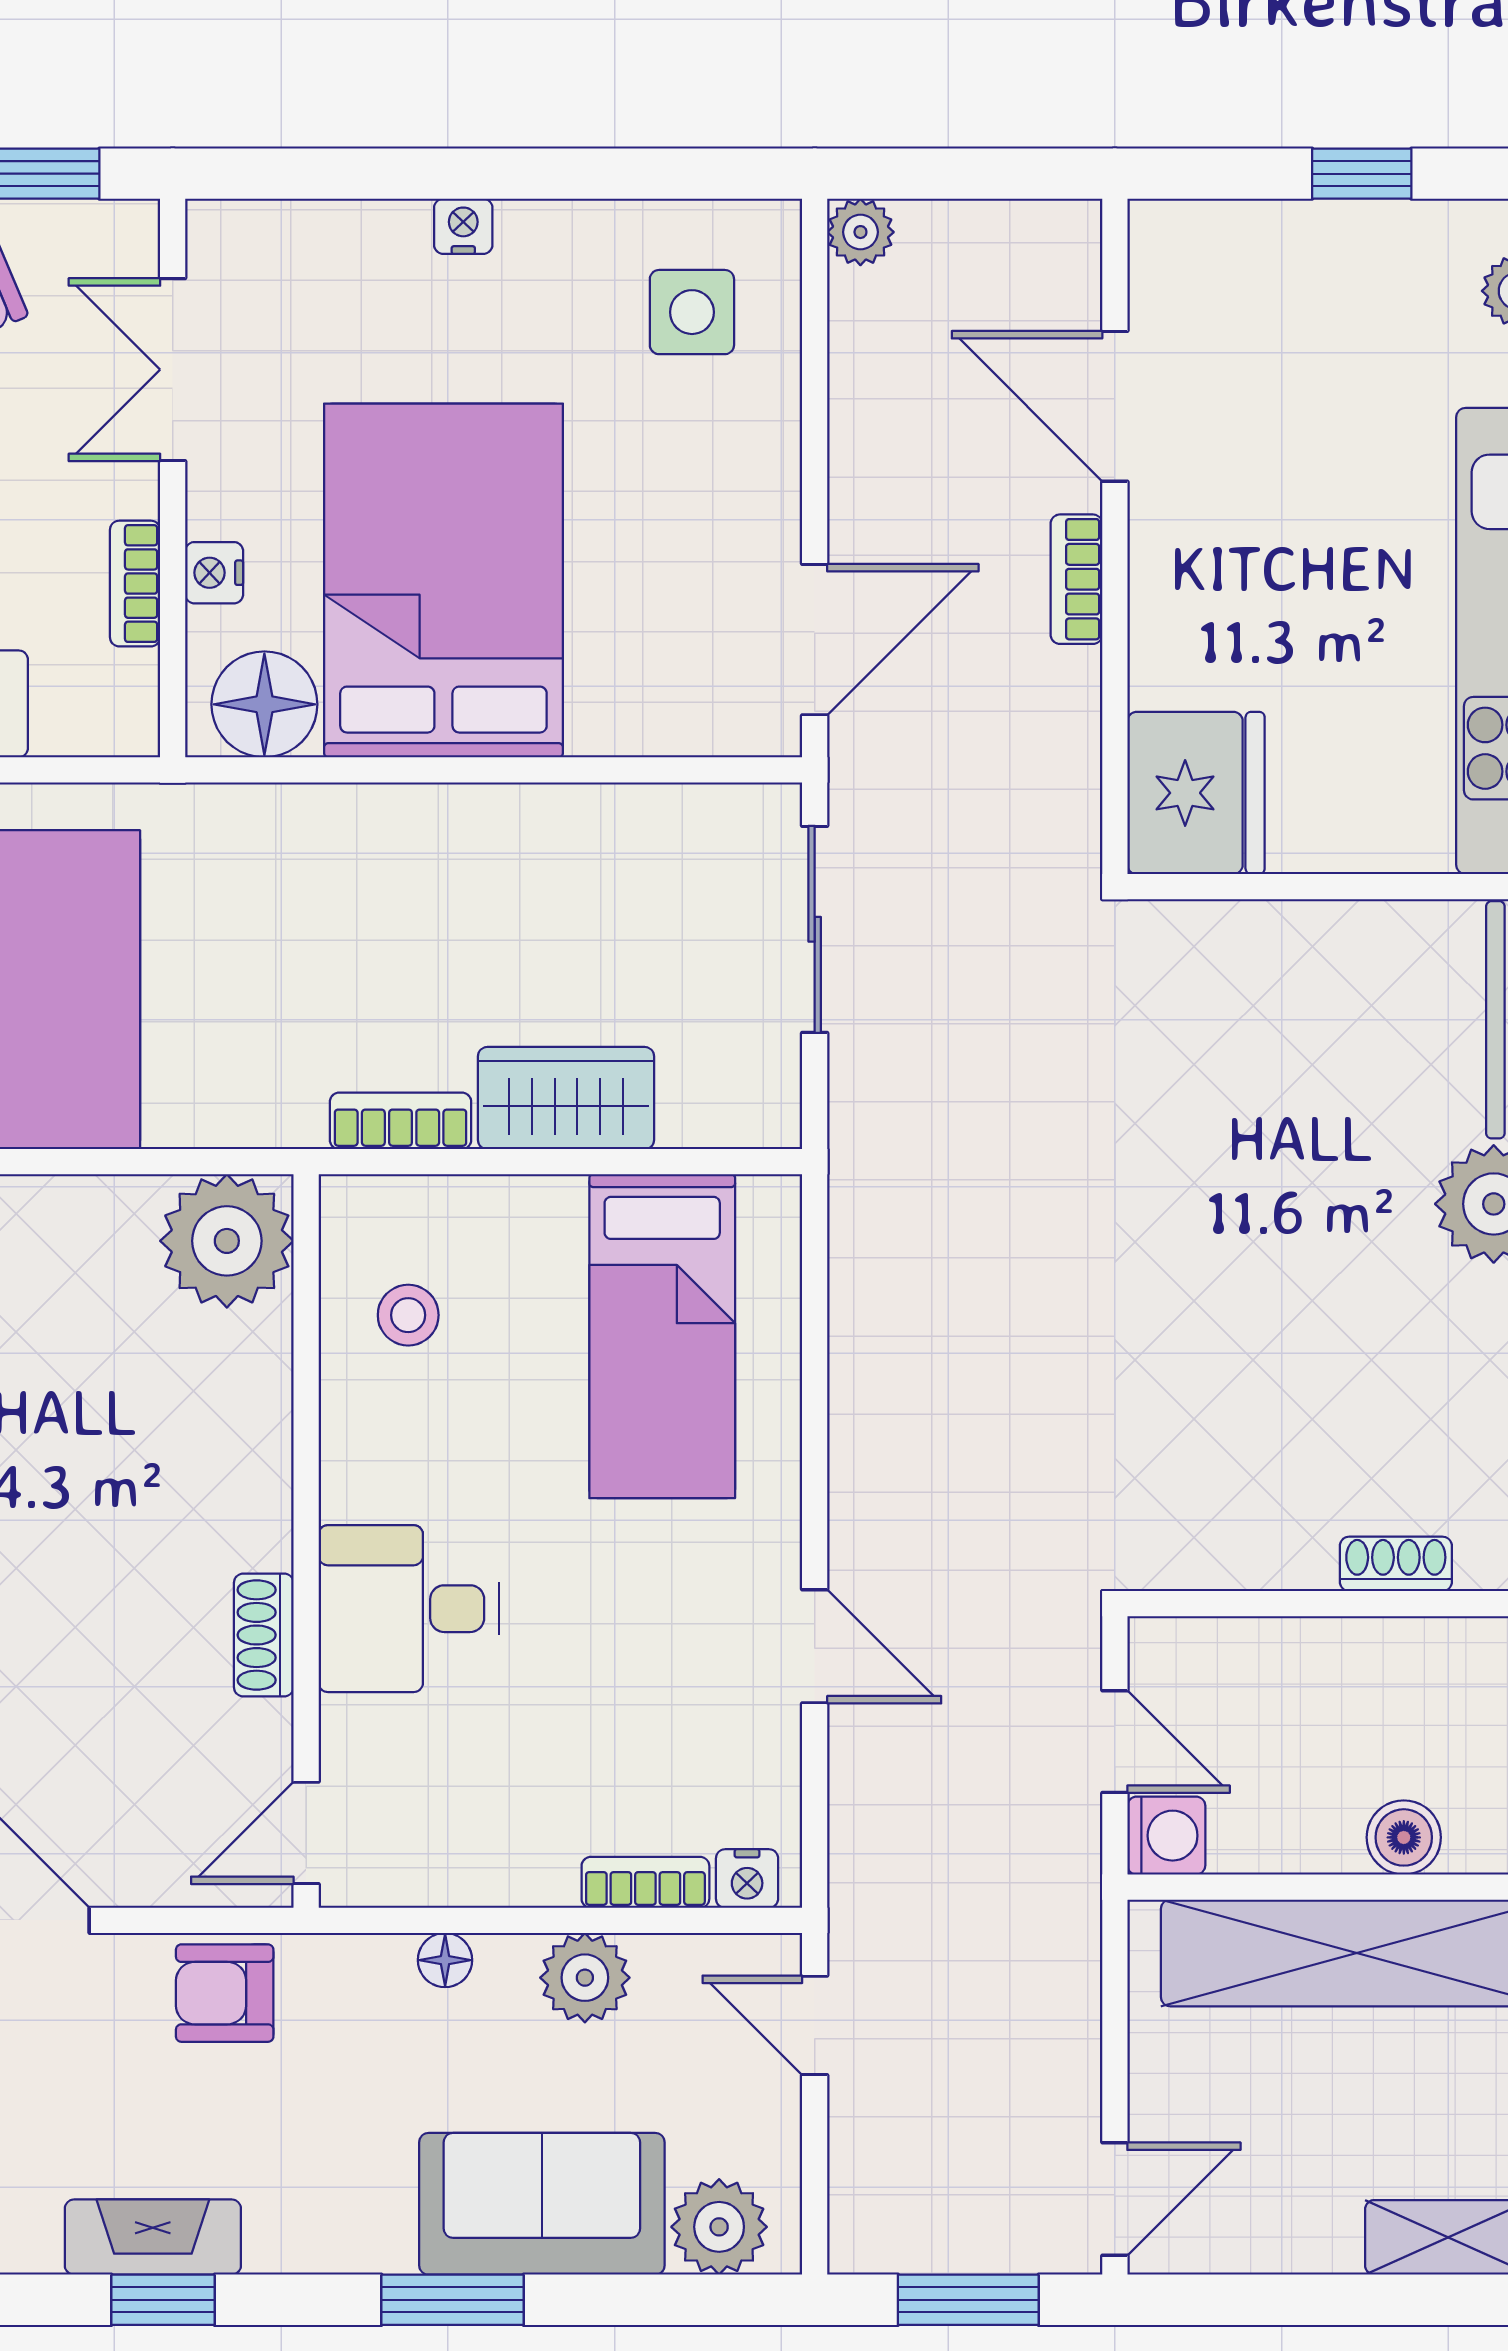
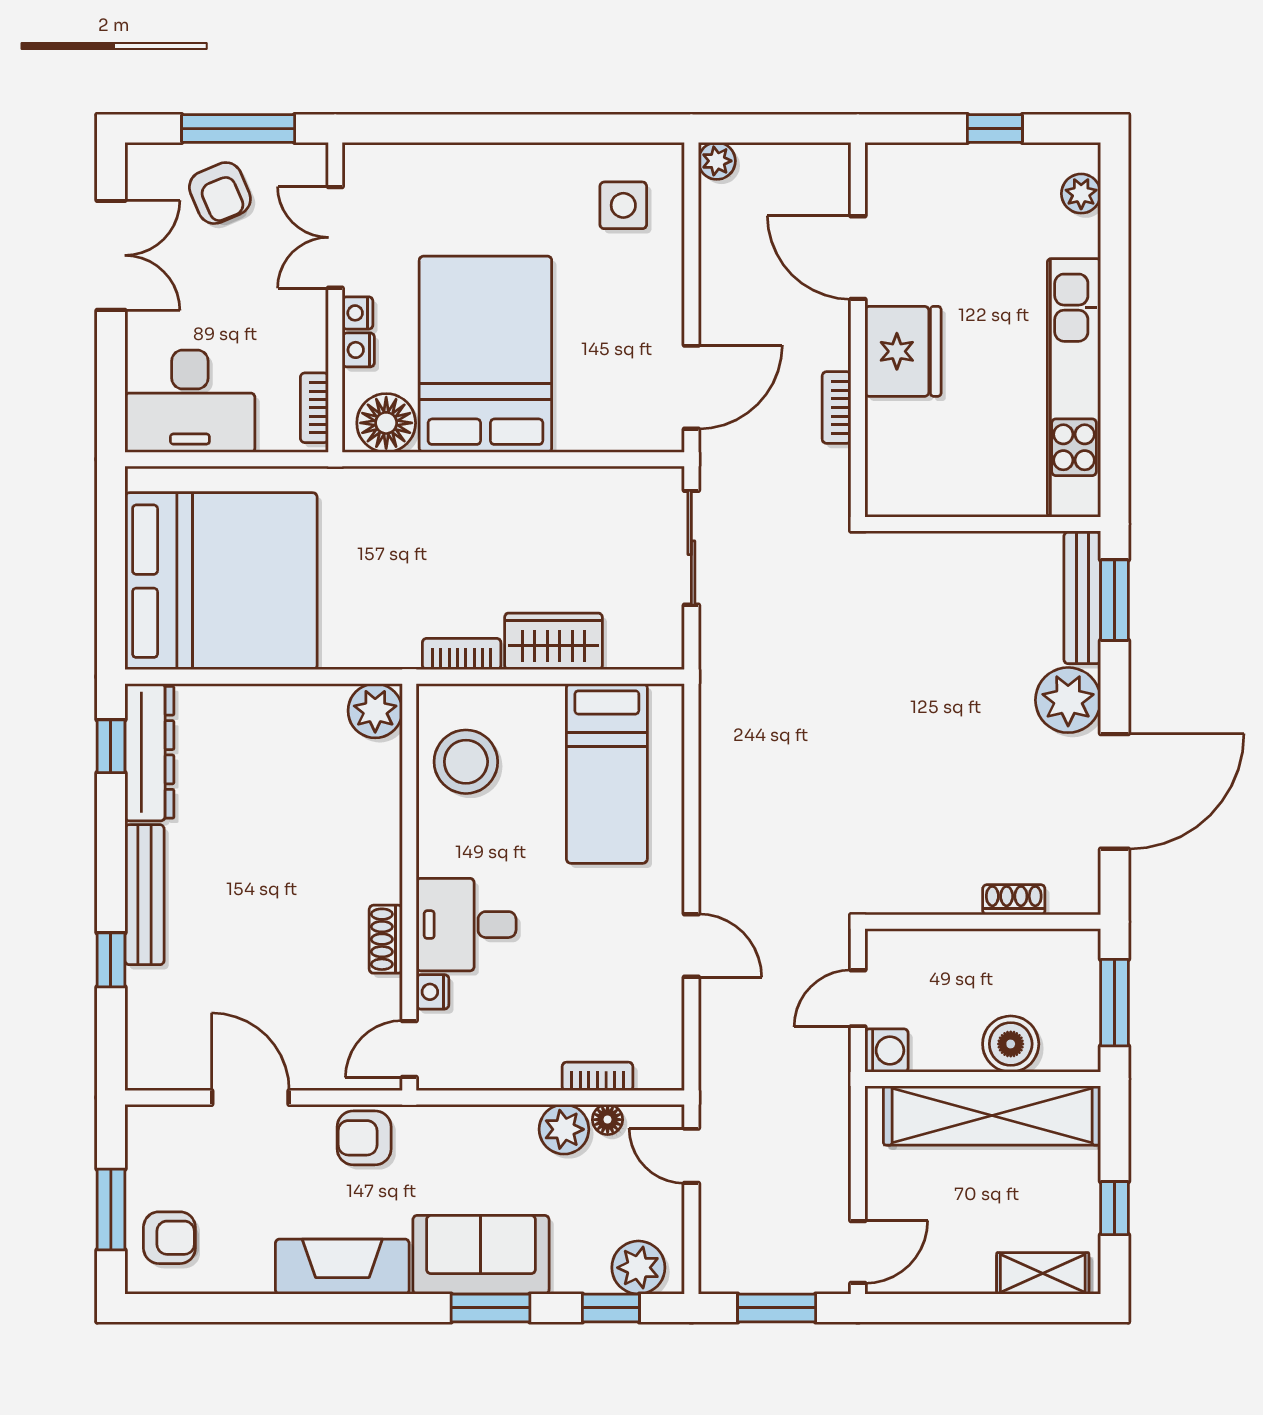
nightstand: (463, 226) -> (358, 313), moved, turned -90
bookcase: (1076, 579) -> (837, 408), moved
bookcase: (135, 584) -> (314, 408), moved
fridge: (1196, 793) -> (903, 351), moved
plant: (227, 1241) -> (375, 711), width x0.73, depth x0.73
stool: (408, 1315) -> (466, 762), width x1.89, depth x1.89
door: (1115, 1742) -> (858, 998), swing flipped
boiler: (1404, 1837) -> (1011, 1044), width x1.36, depth x1.36
nightstand: (747, 1879) -> (432, 992), moved, turned 90
floor lamp: (445, 1960) -> (608, 1120), moved
sofa: (542, 2204) -> (481, 1255), moved
fireplace: (153, 2237) -> (342, 1267), width x1.37, depth x1.32
window: (163, 2300) -> (611, 1308), moved

